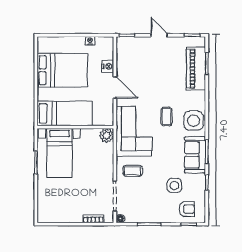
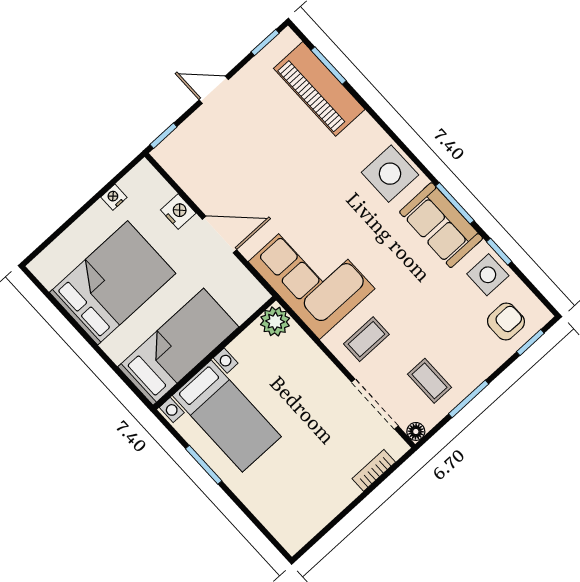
coffee table: (167, 117) -> (429, 381), moved
side table: (174, 186) -> (488, 275), moved

